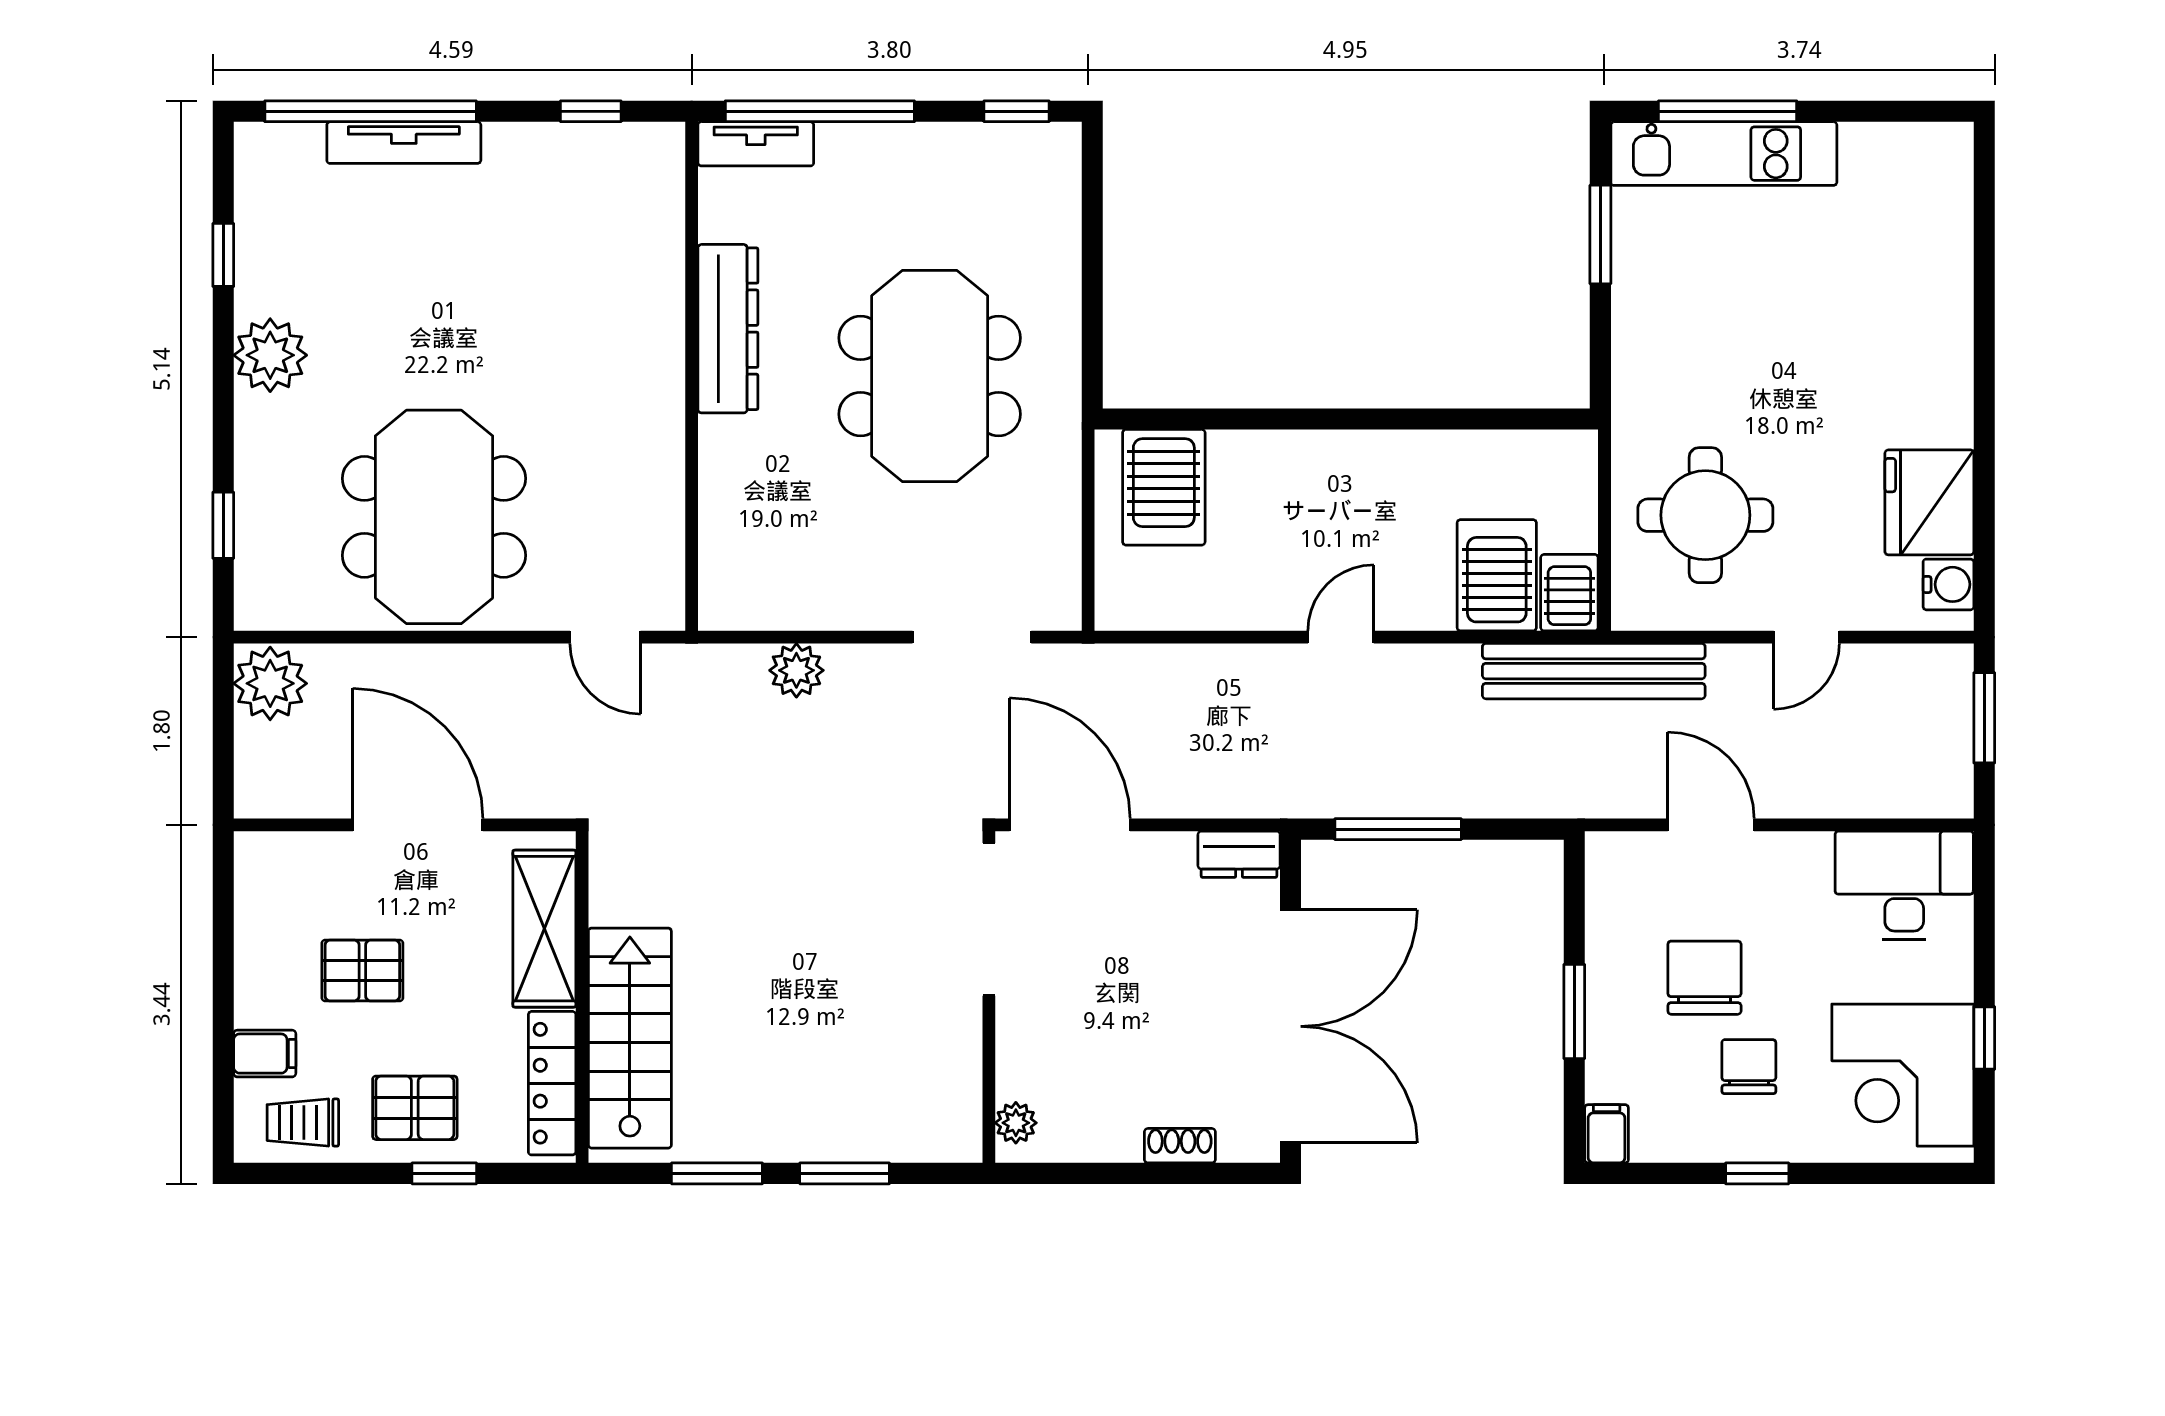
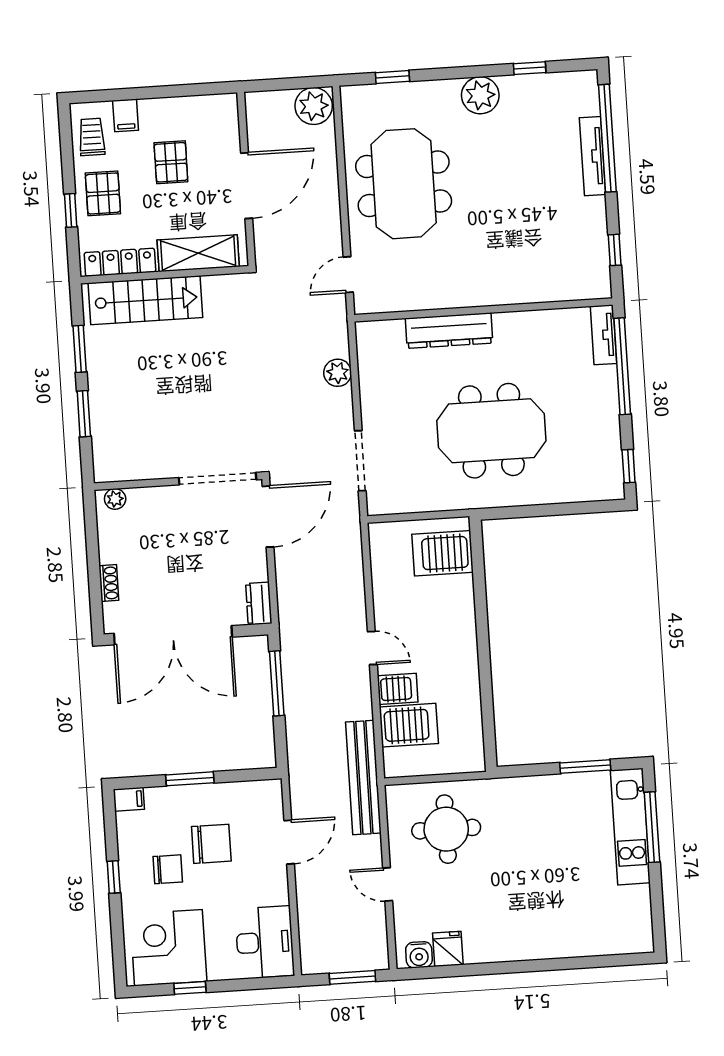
dresser: (728, 329) -> (449, 331), moved
fridge: (1929, 502) -> (448, 949), width x0.53, depth x0.75
meeting table: (434, 517) -> (404, 184), turned 90
server rack: (1569, 593) -> (398, 689), moved

